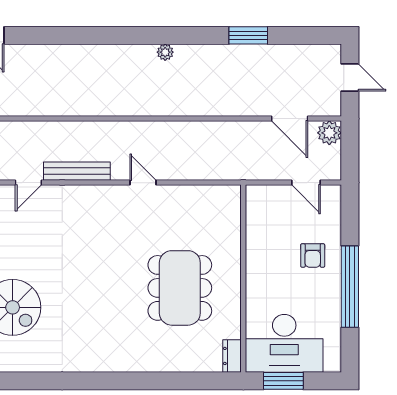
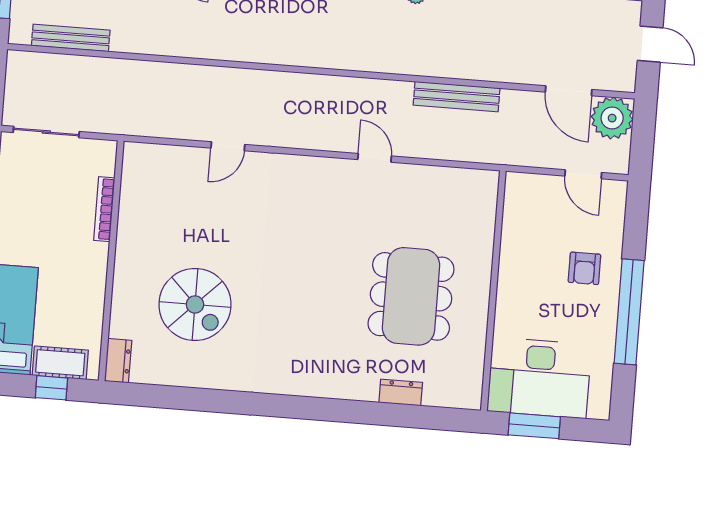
plant: (329, 133) -> (612, 118), width x1.36, depth x1.36
bench: (77, 171) -> (457, 97), moved
dresser: (232, 356) -> (401, 392), moved, turned 90

